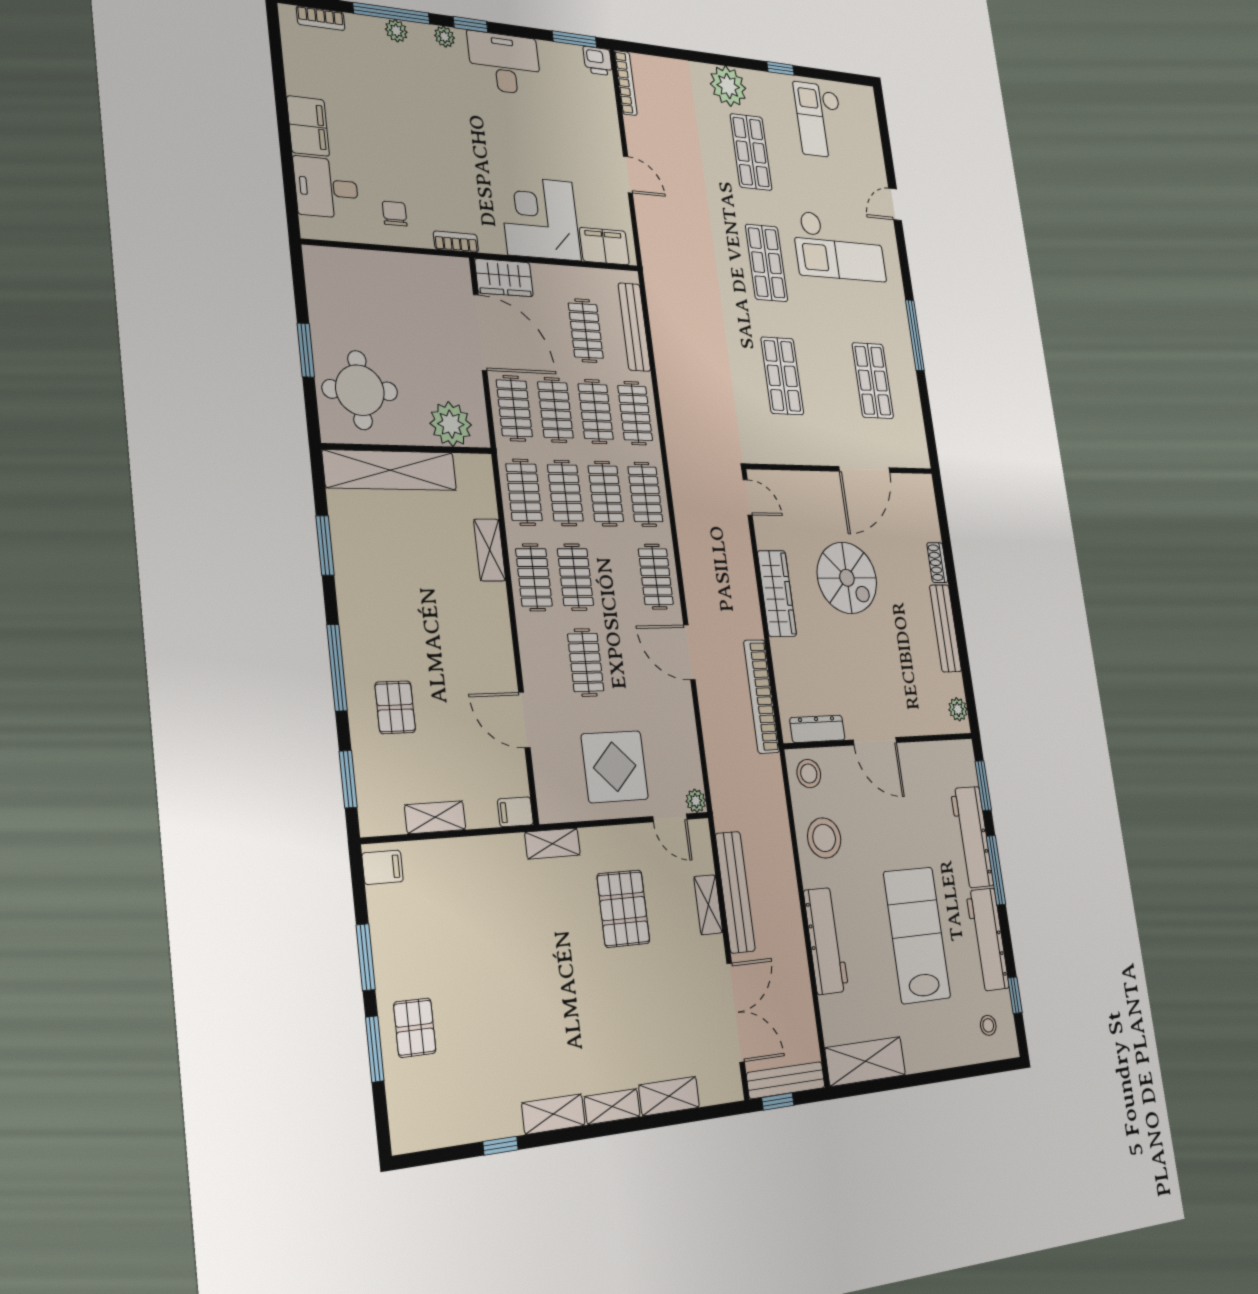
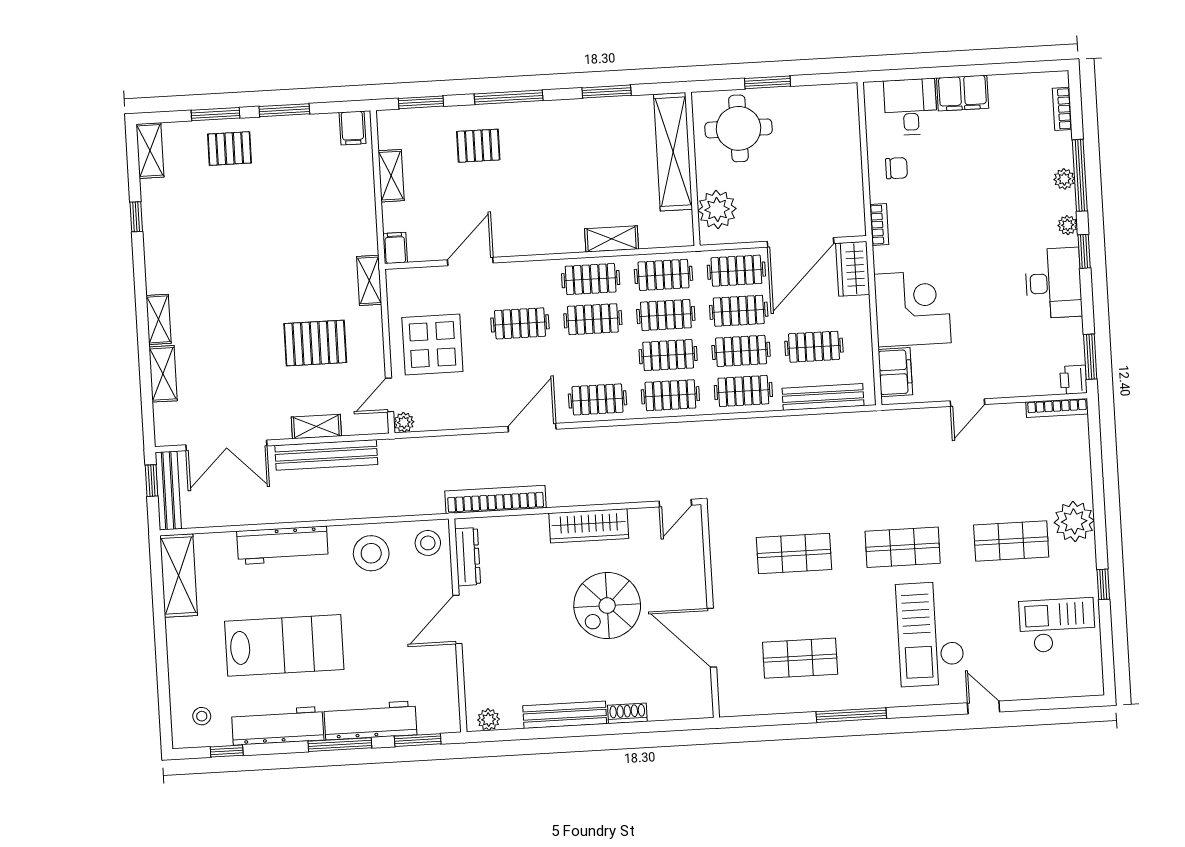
shelving: (553, 1114) -> (150, 151), moved

